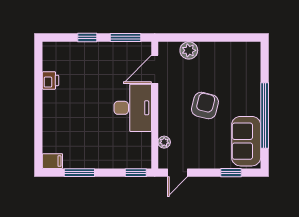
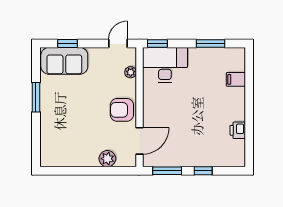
armchair: (205, 106) -> (122, 110), moved, turned 76
desk: (133, 108) -> (165, 65), moved, turned 90
window: (265, 116) -> (36, 97), width x0.47
sofa: (246, 141) -> (64, 61), moved, turned 90
filing cabinet: (52, 161) -> (236, 79), moved

